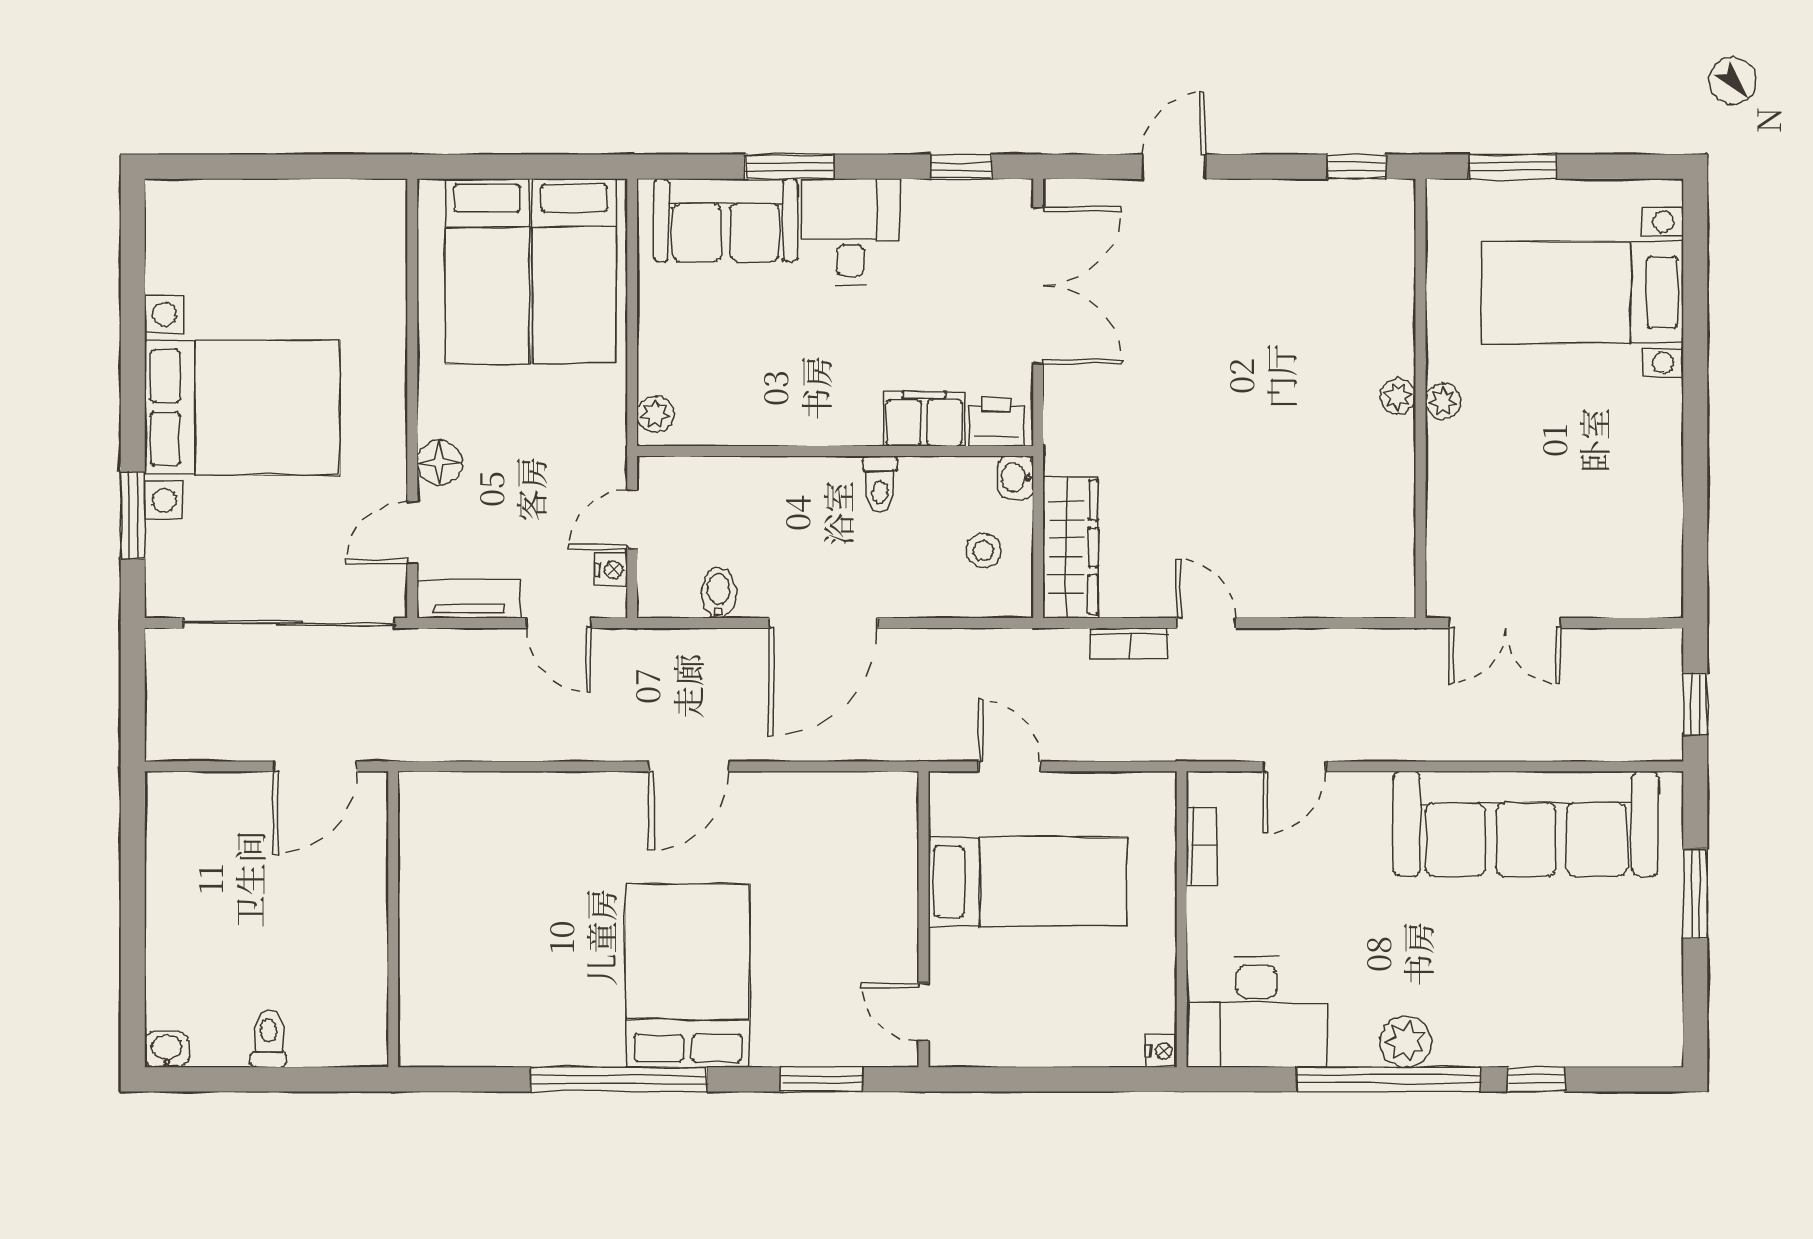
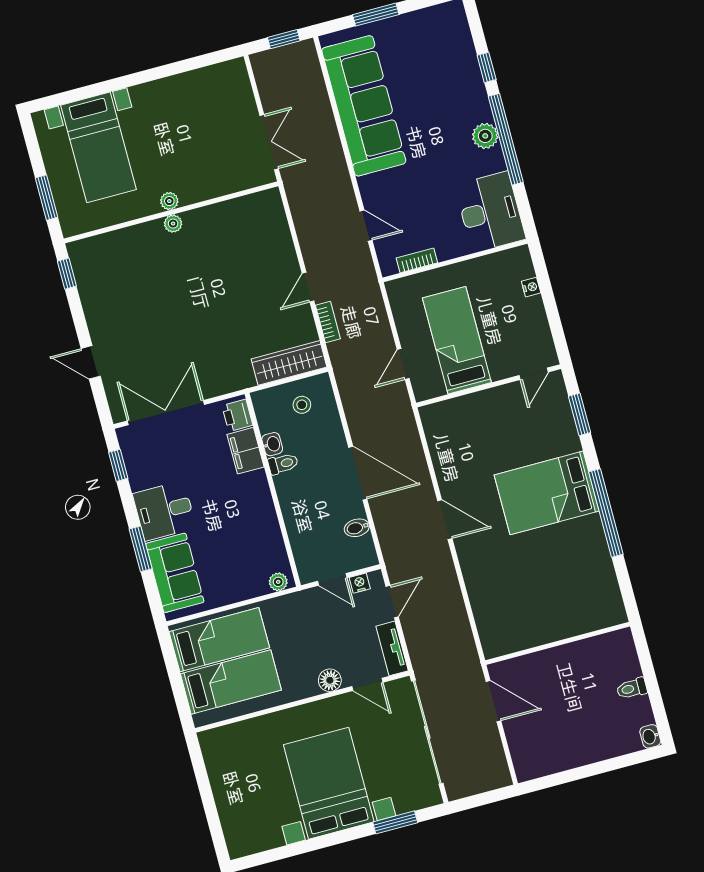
washbasin: (1016, 478) -> (272, 444), moved, turned -90
nightstand: (1161, 1051) -> (531, 287), moved, turned 90

